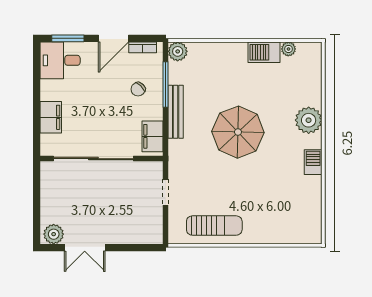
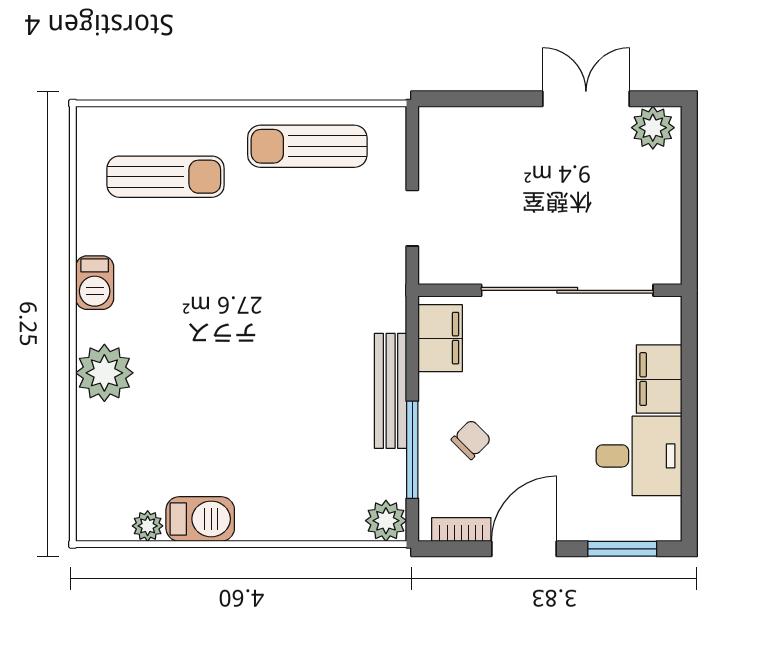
desk: (60, 60) -> (639, 456), moved
parasol: (238, 132) -> (256, 347), removed
sun lounger: (280, 211) -> (166, 177), added

